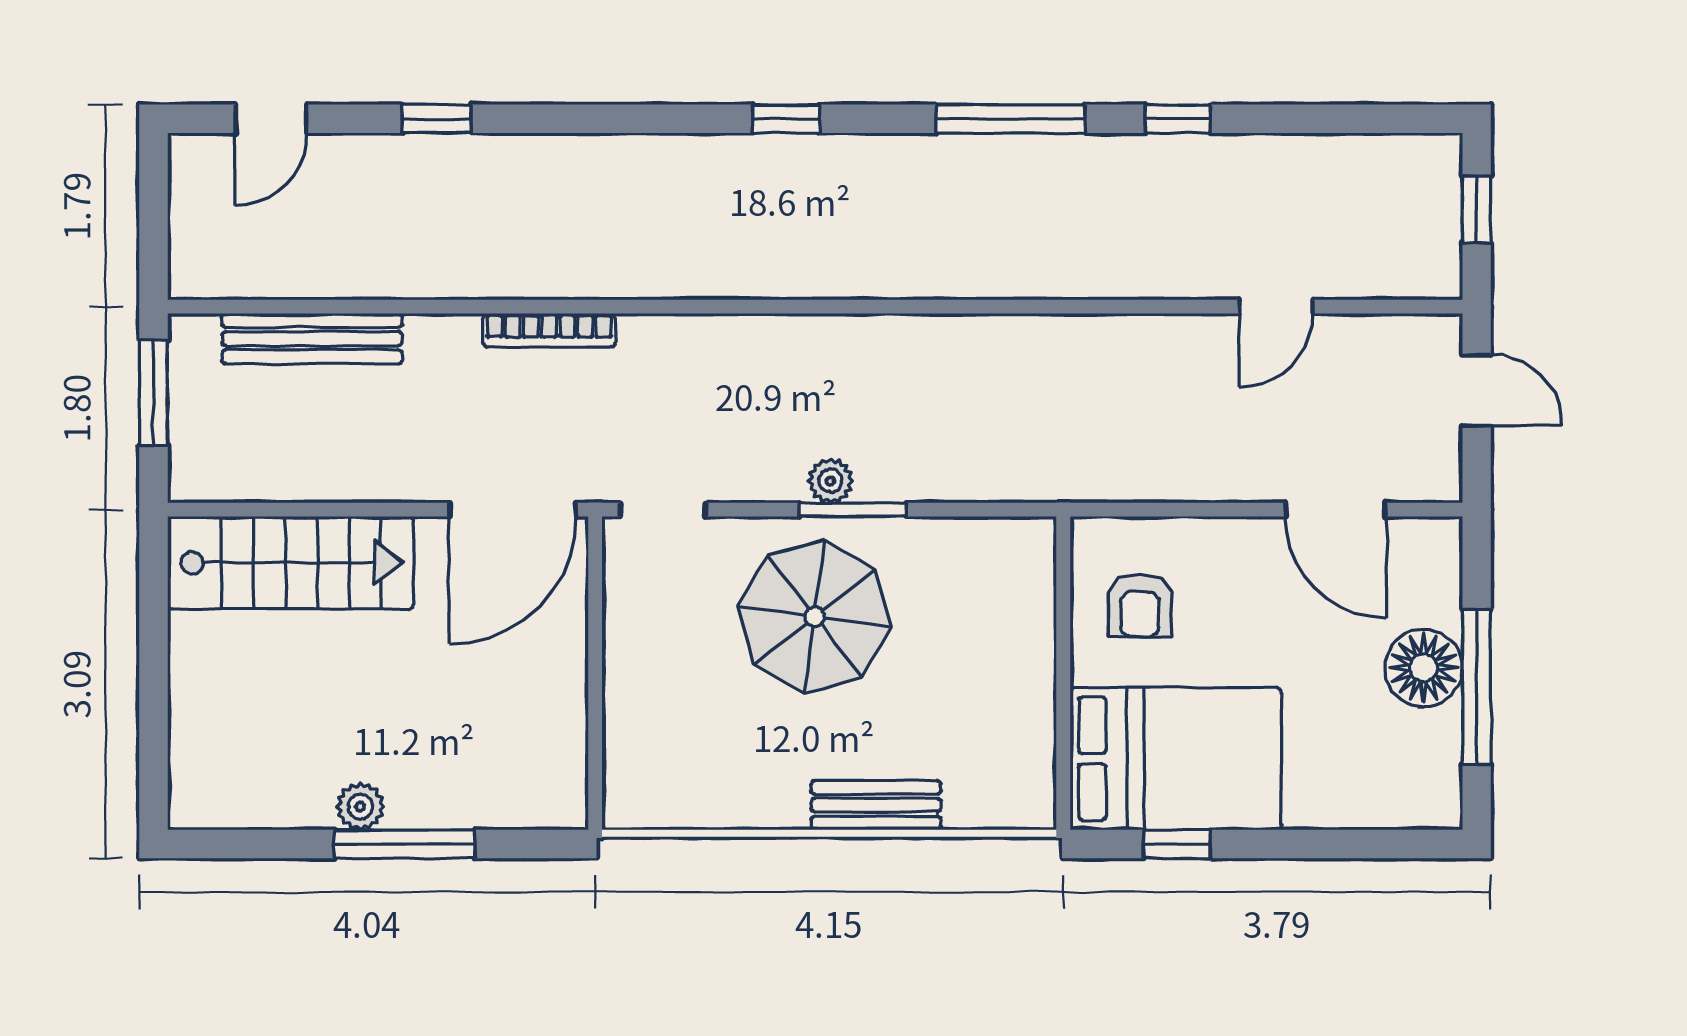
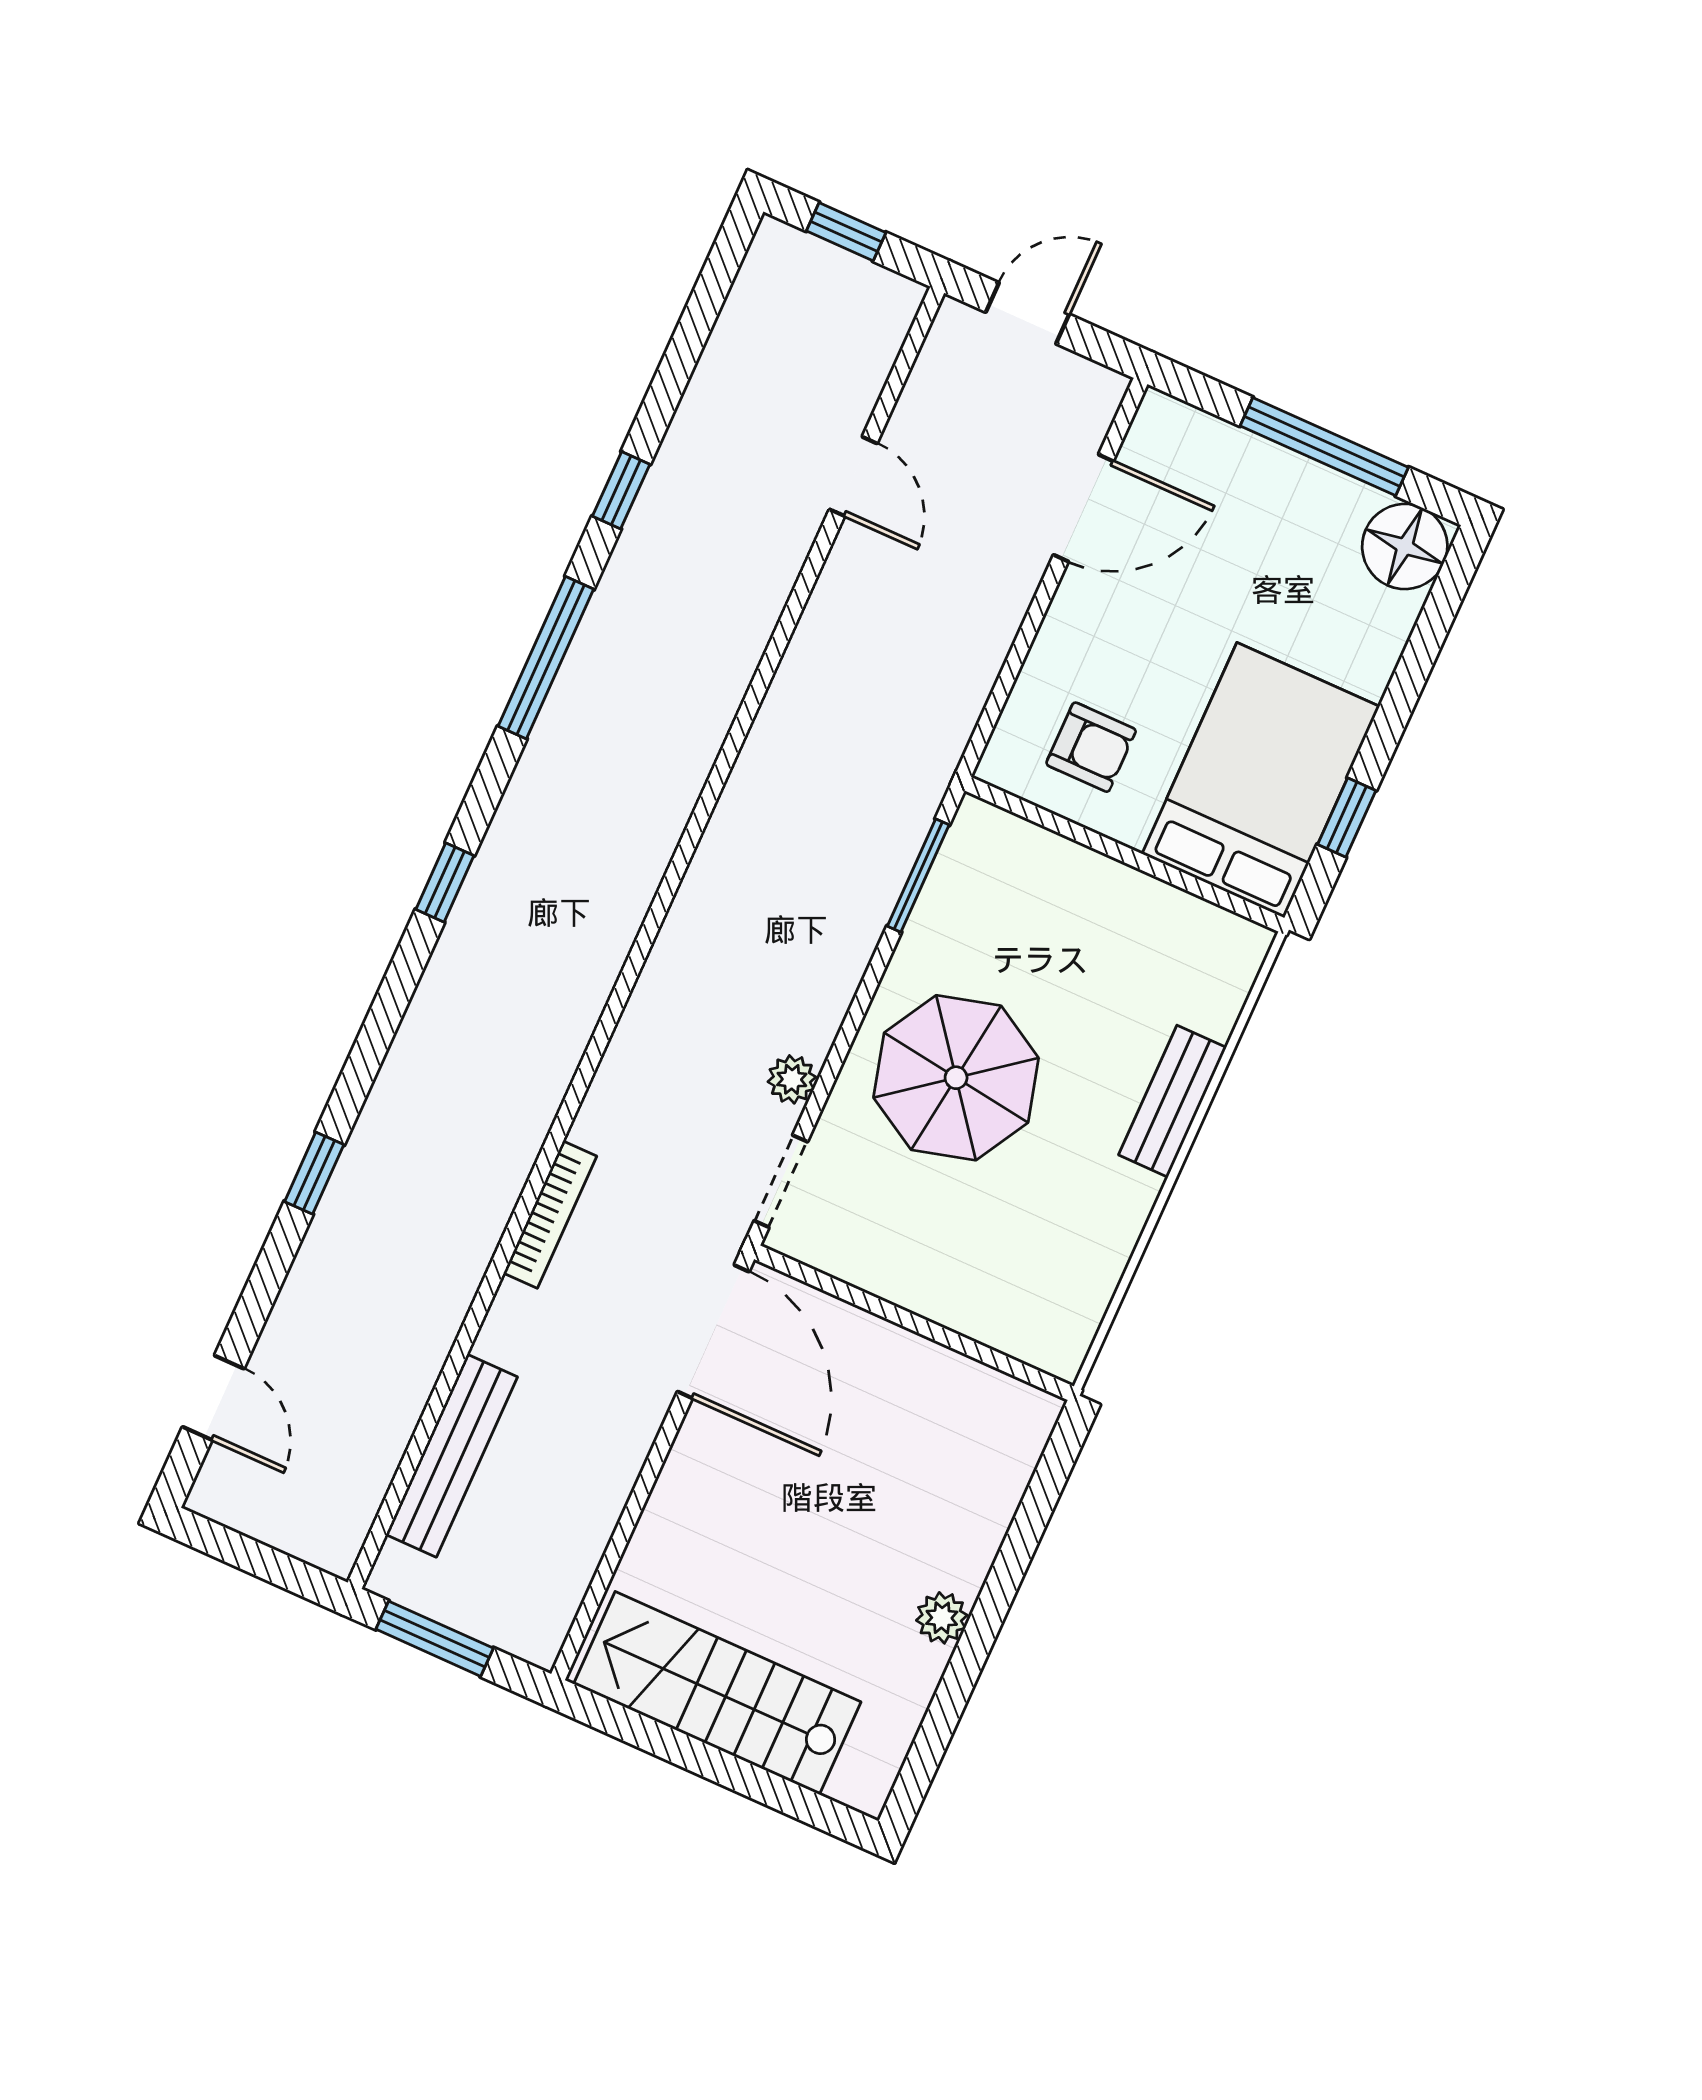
window: (437, 119) -> (314, 1173), moved
plant: (831, 481) -> (792, 1079), moved
window: (853, 510) -> (918, 875), moved
stairs: (291, 563) -> (717, 1693), moved, turned -90
floor lamp: (1424, 668) -> (1405, 546), moved
window: (405, 844) -> (999, 1590), removed

